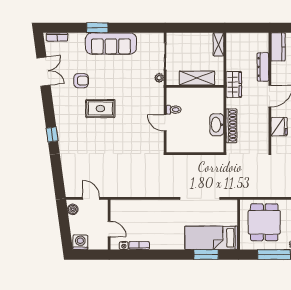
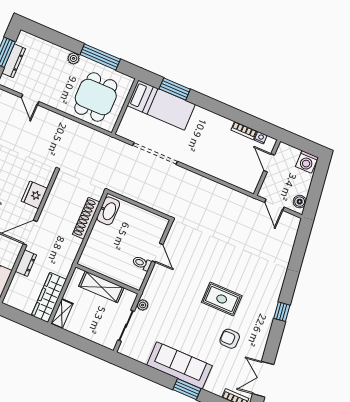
dresser: (263, 67) -> (26, 263), width x0.70
double door: (43, 72) -> (263, 379), moved
wardrobe: (234, 84) -> (49, 297), moved, width x1.50
washbasin: (217, 125) -> (108, 211), moved
window: (52, 135) -> (282, 312), moved

